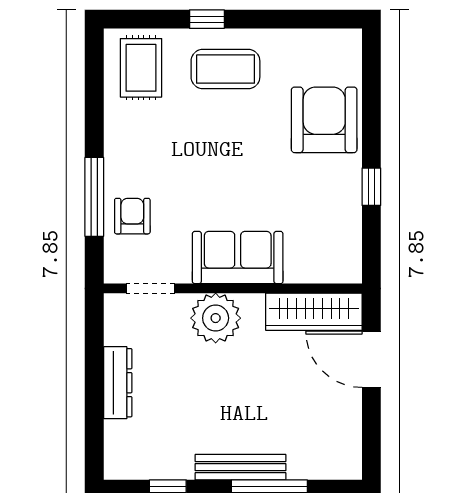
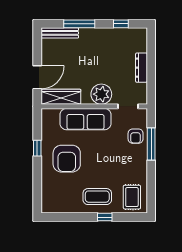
armchair: (324, 120) -> (67, 159), moved
sofa: (238, 258) -> (86, 119), width x1.36
door: (371, 359) -> (37, 77), hinge flipped
bench: (240, 467) -> (60, 33), moved

